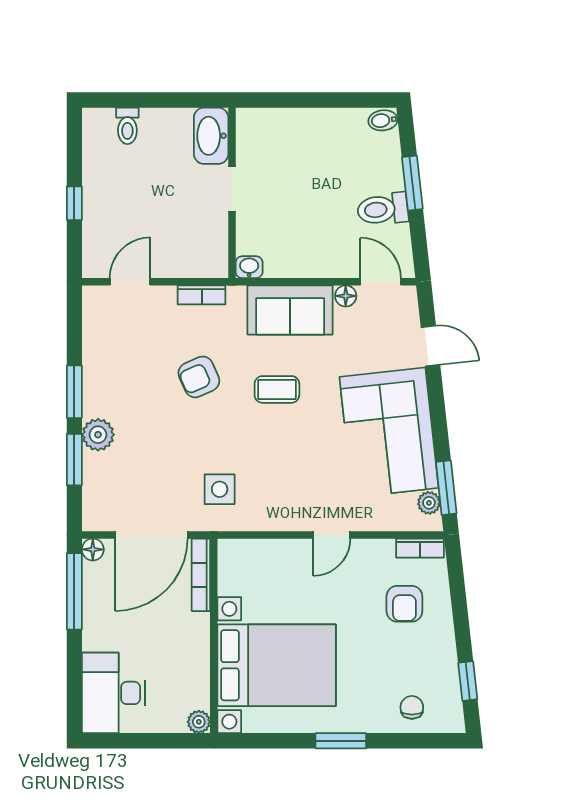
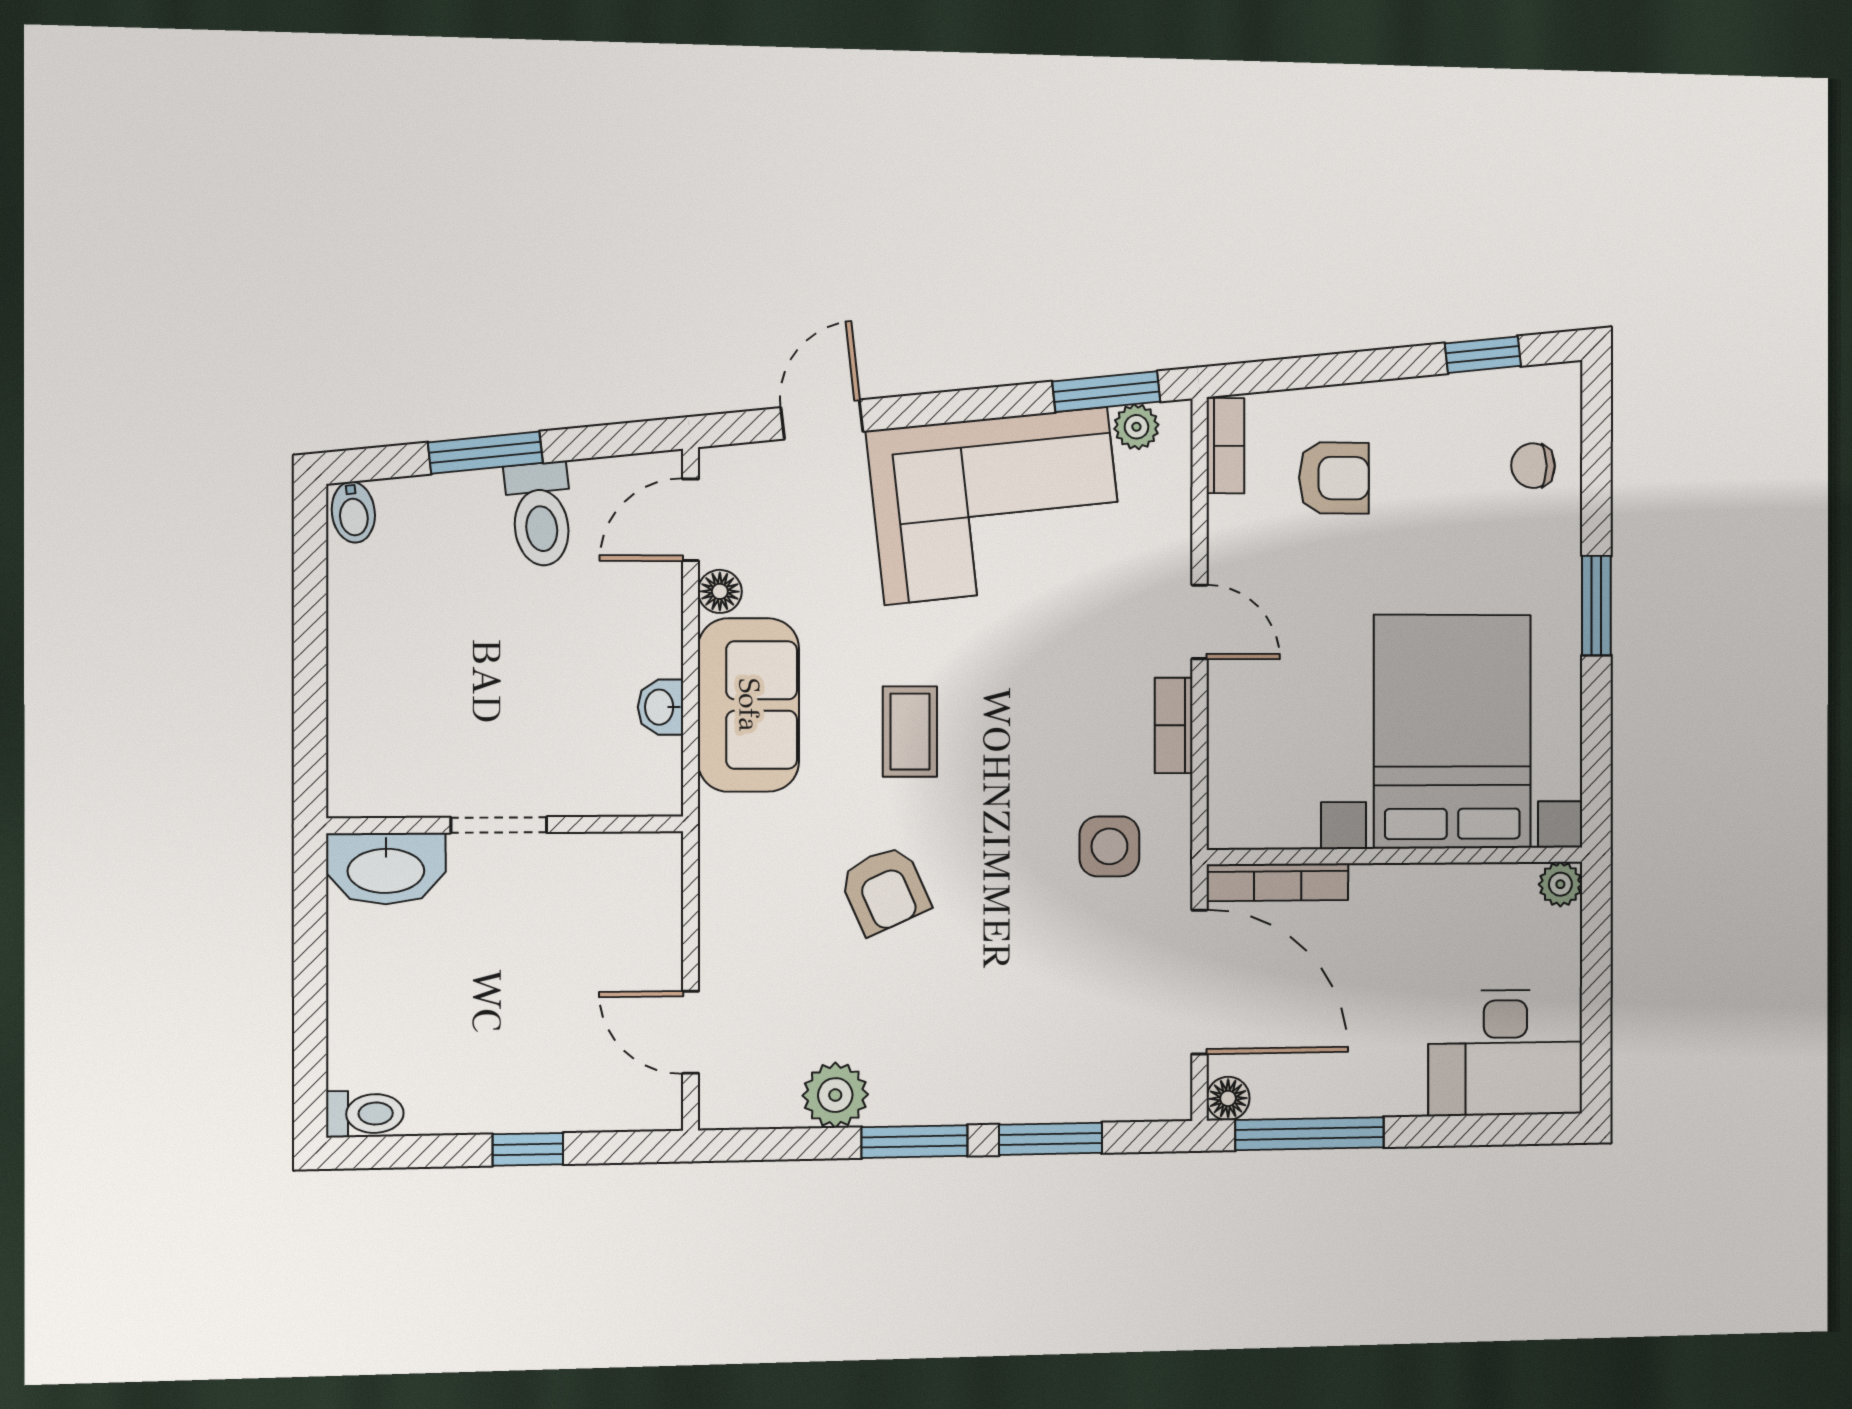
toilet: (127, 126) -> (365, 1114), moved
washbasin: (249, 267) -> (661, 707), moved
bookcase: (202, 295) -> (1174, 725), moved, turned 180
plant: (98, 435) -> (835, 1095), moved

